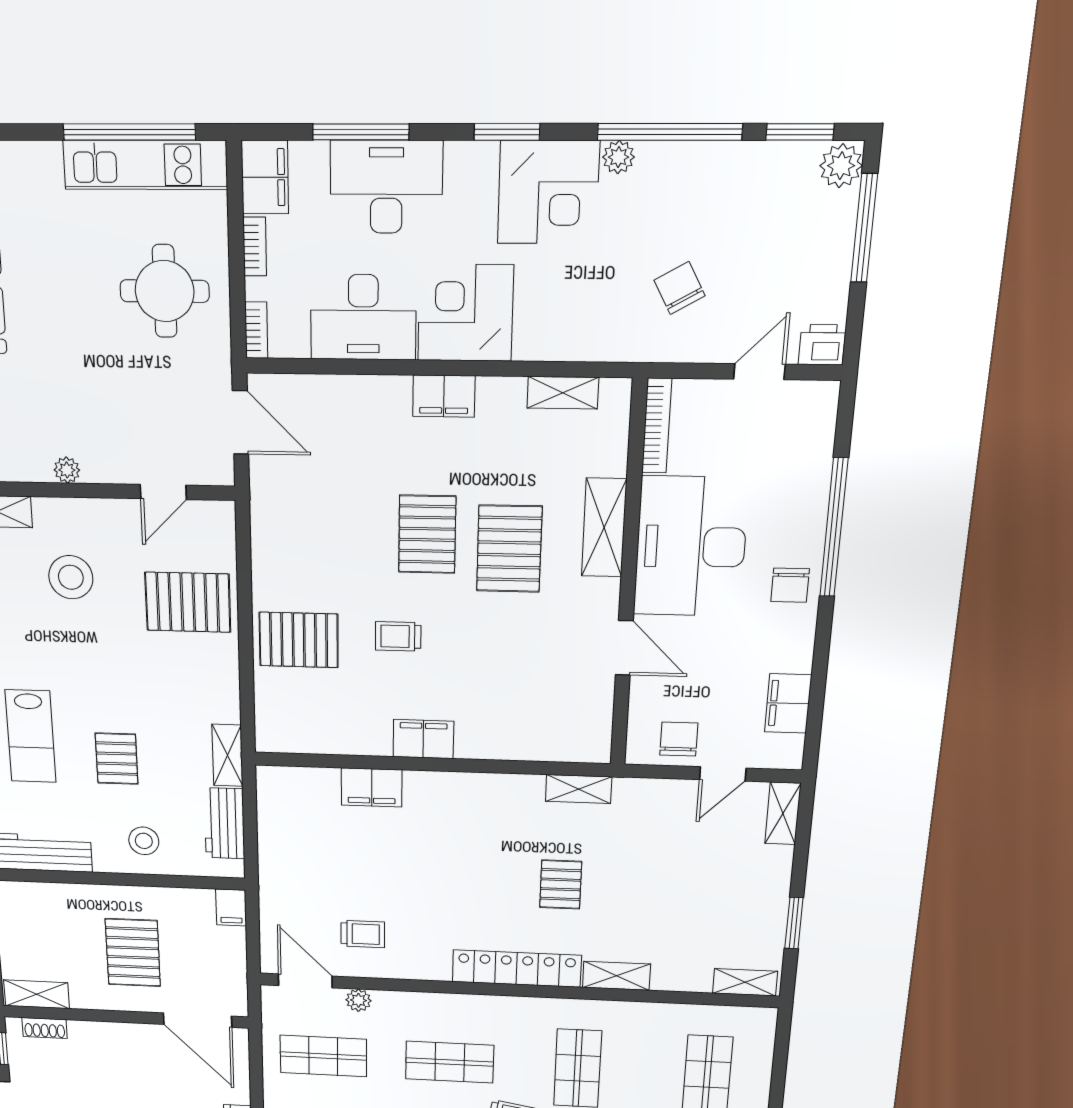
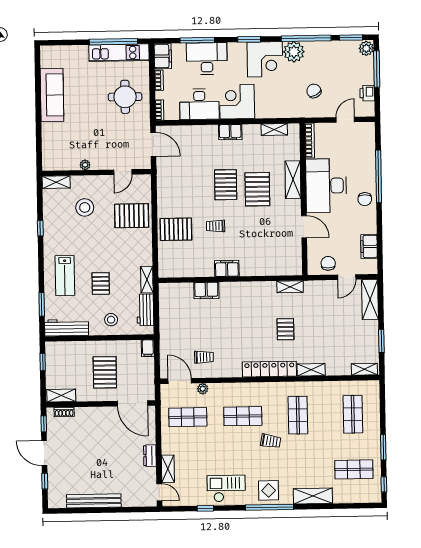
plant: (619, 157) -> (294, 52), width x1.87, depth x1.87
printer: (822, 345) -> (367, 93), moved, turned -90
shelving: (783, 813) -> (370, 299), width x1.50, depth x1.33

